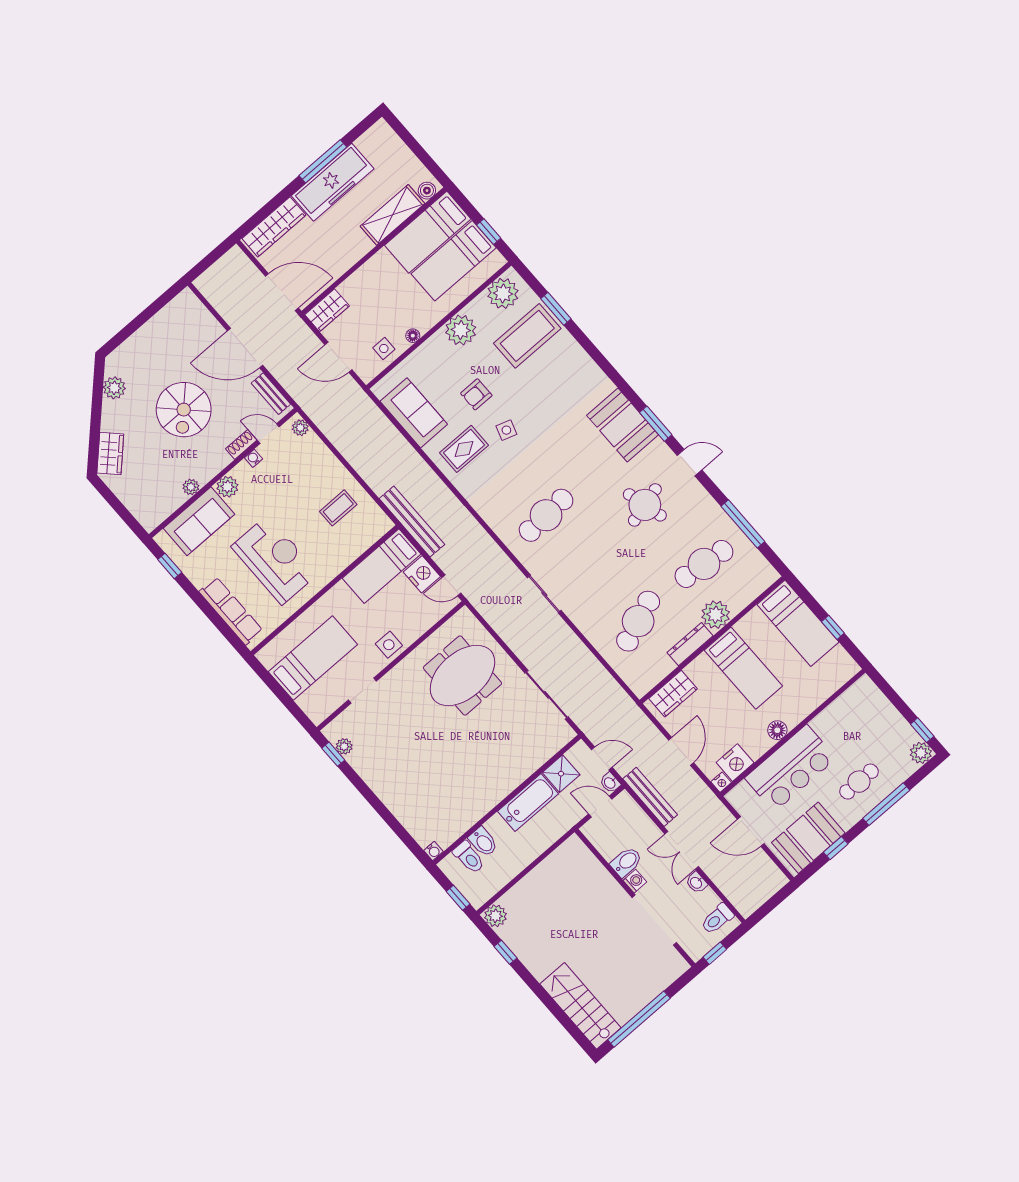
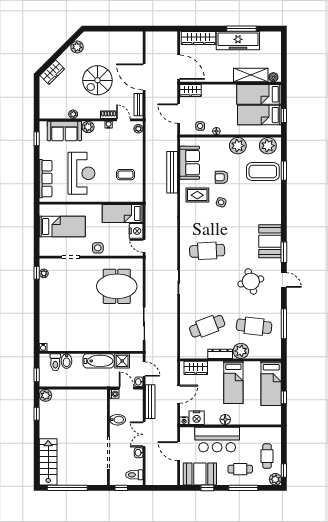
bench: (412, 522) -> (172, 172), moved
cafe table: (881, 731) -> (267, 456), added
washing machine: (635, 881) -> (114, 394), moved

